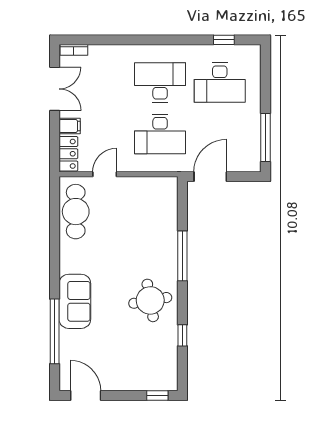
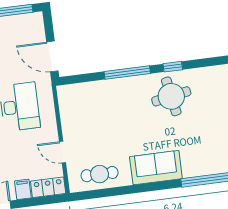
cafe table: (76, 212) -> (100, 174), width x0.73, depth x0.74
sofa: (75, 301) -> (156, 168), moved
window: (182, 335) -> (173, 67), moved

